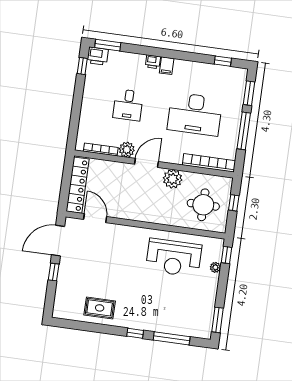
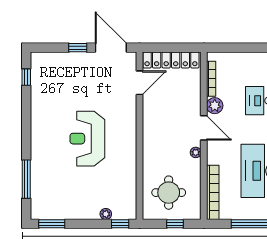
plant: (173, 179) -> (196, 152), width x0.53, depth x0.53
reception desk: (174, 258) -> (87, 139), moved
rug: (100, 308) -> (47, 100), removed
window: (135, 333) -> (26, 77), moved

